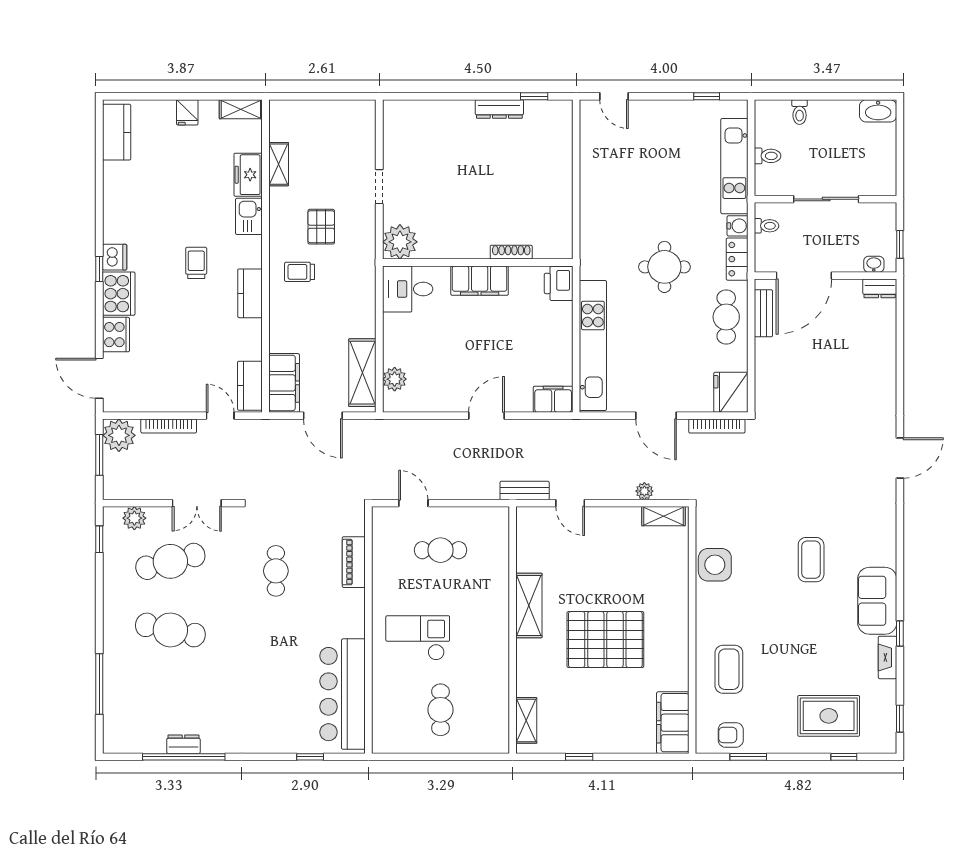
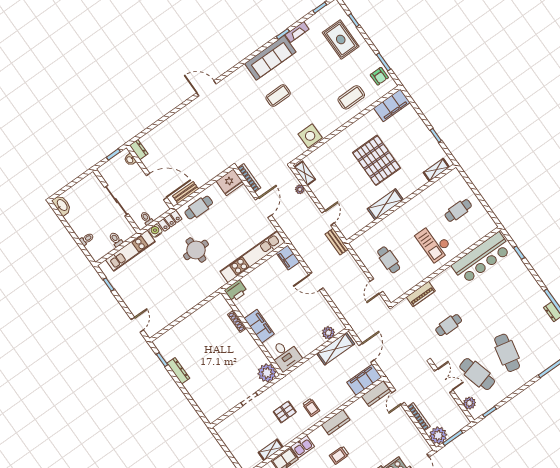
sofa: (877, 601) -> (270, 58), width x1.36

